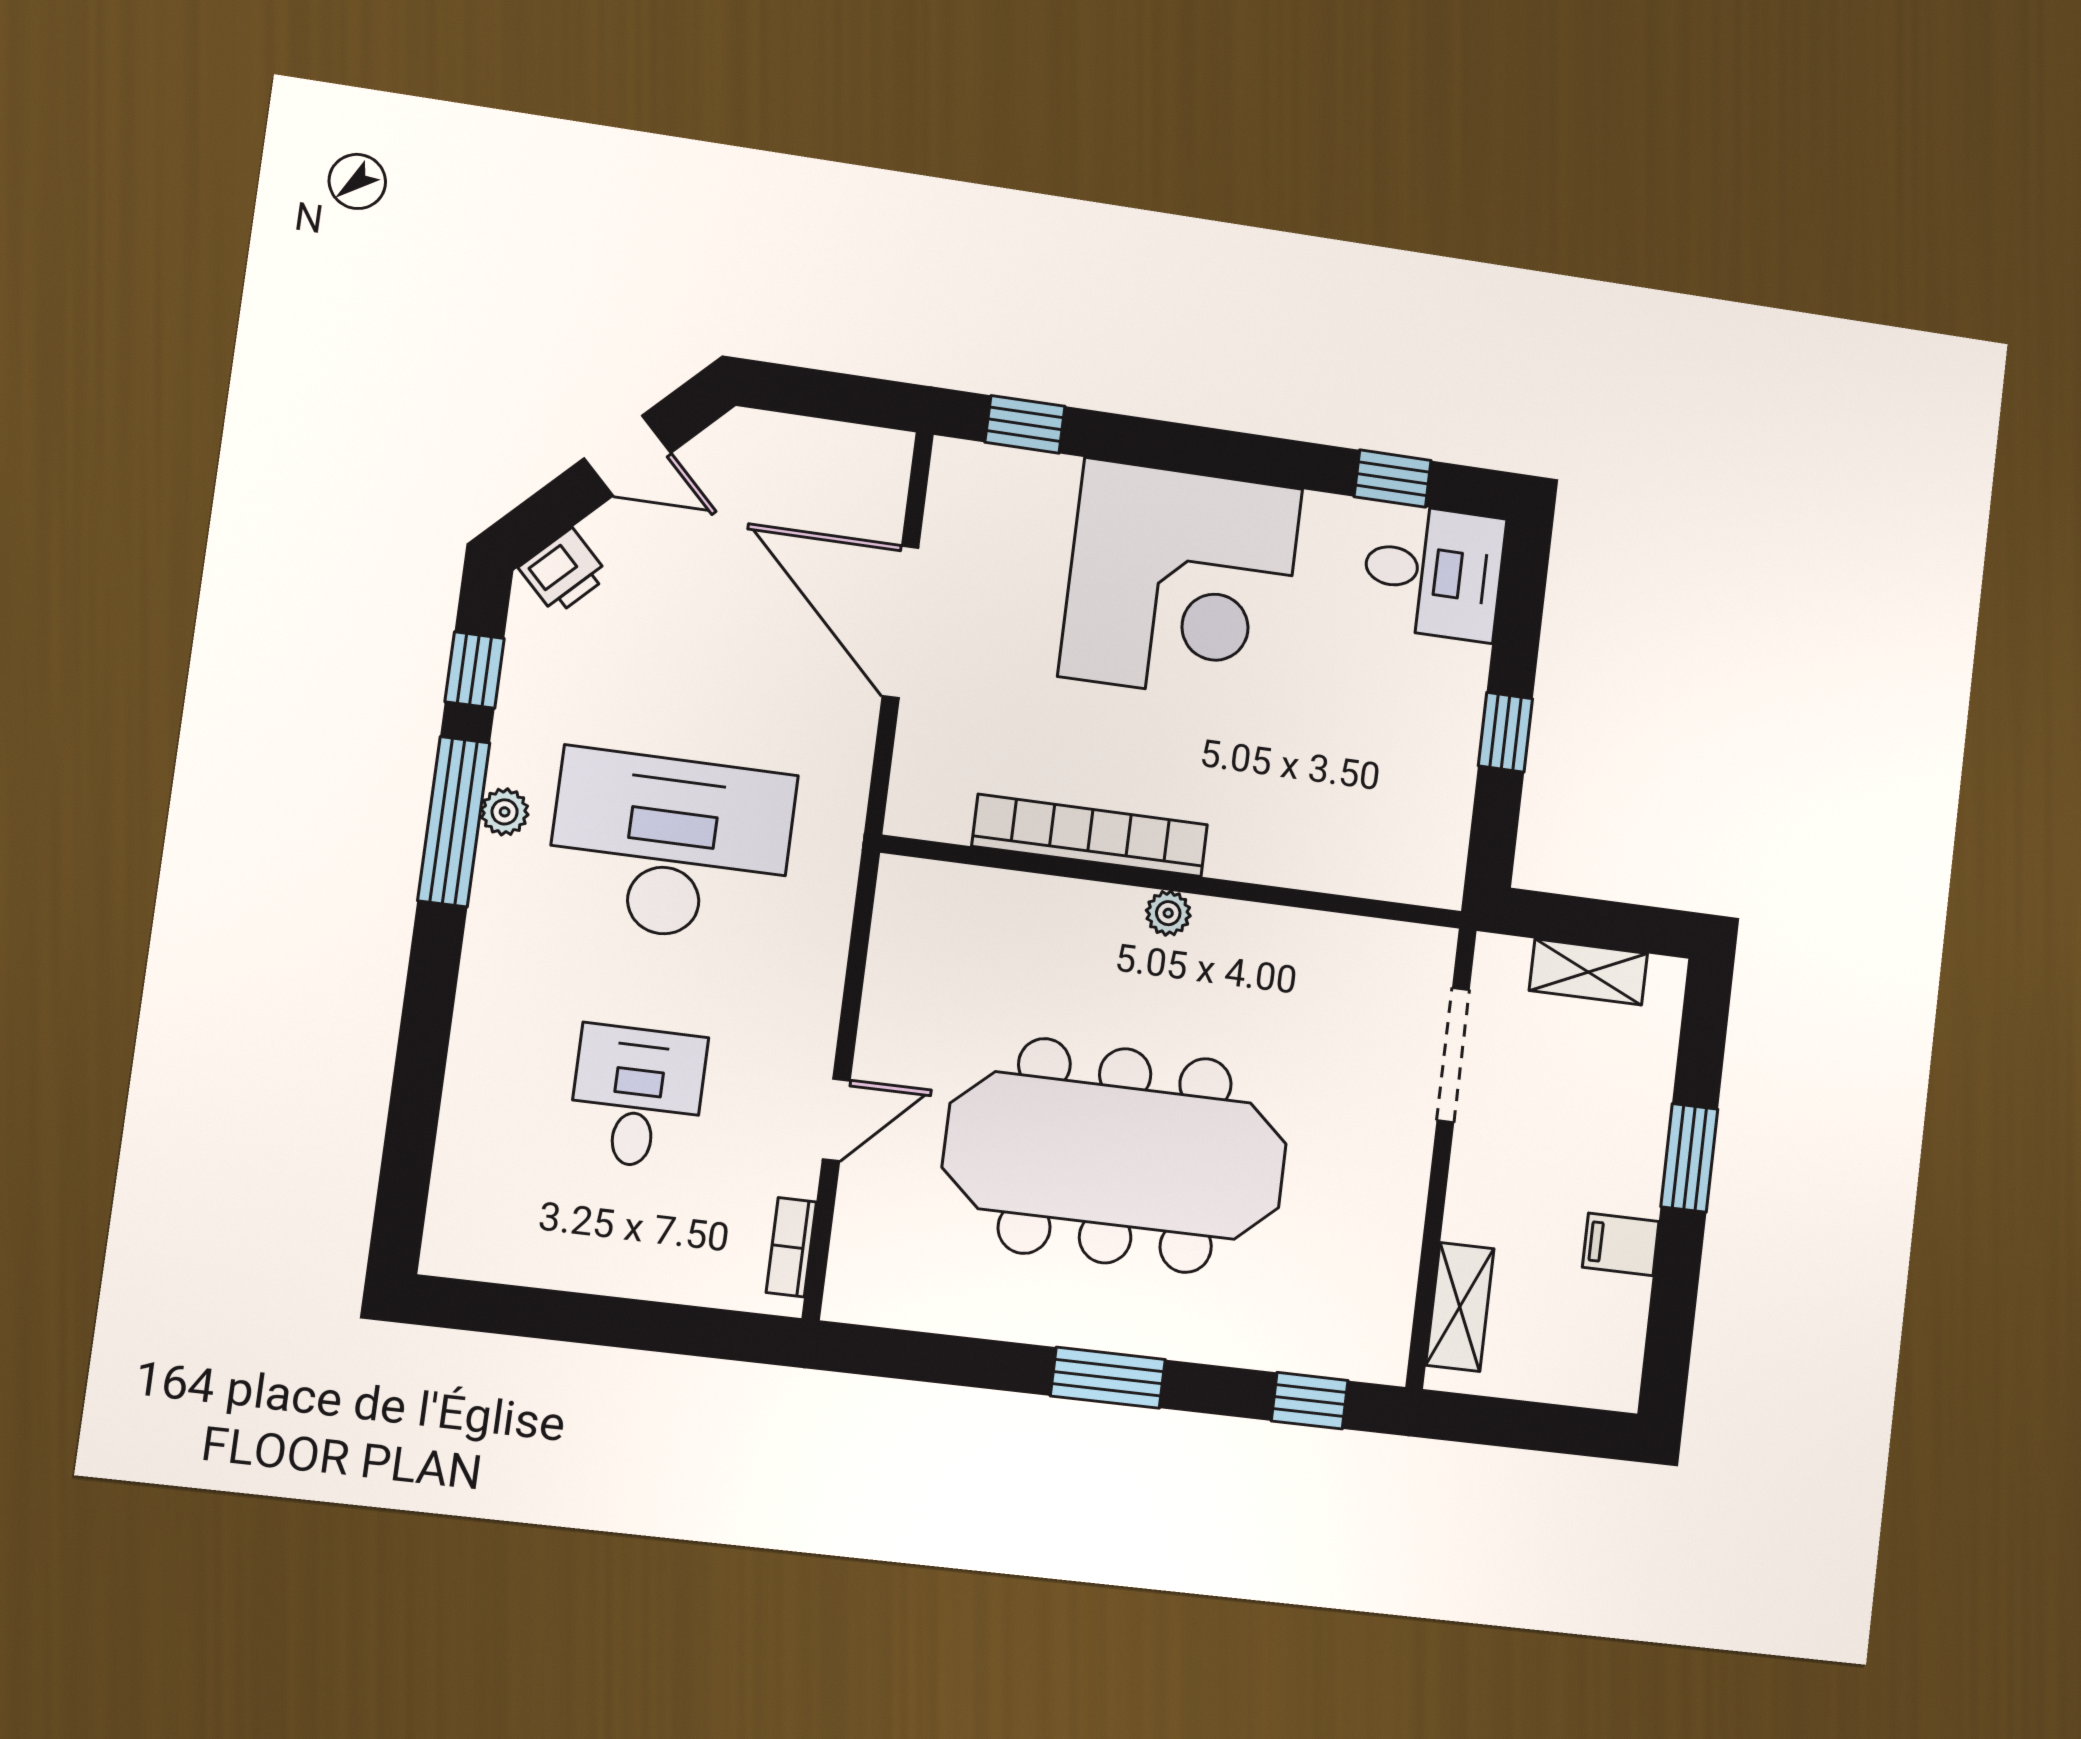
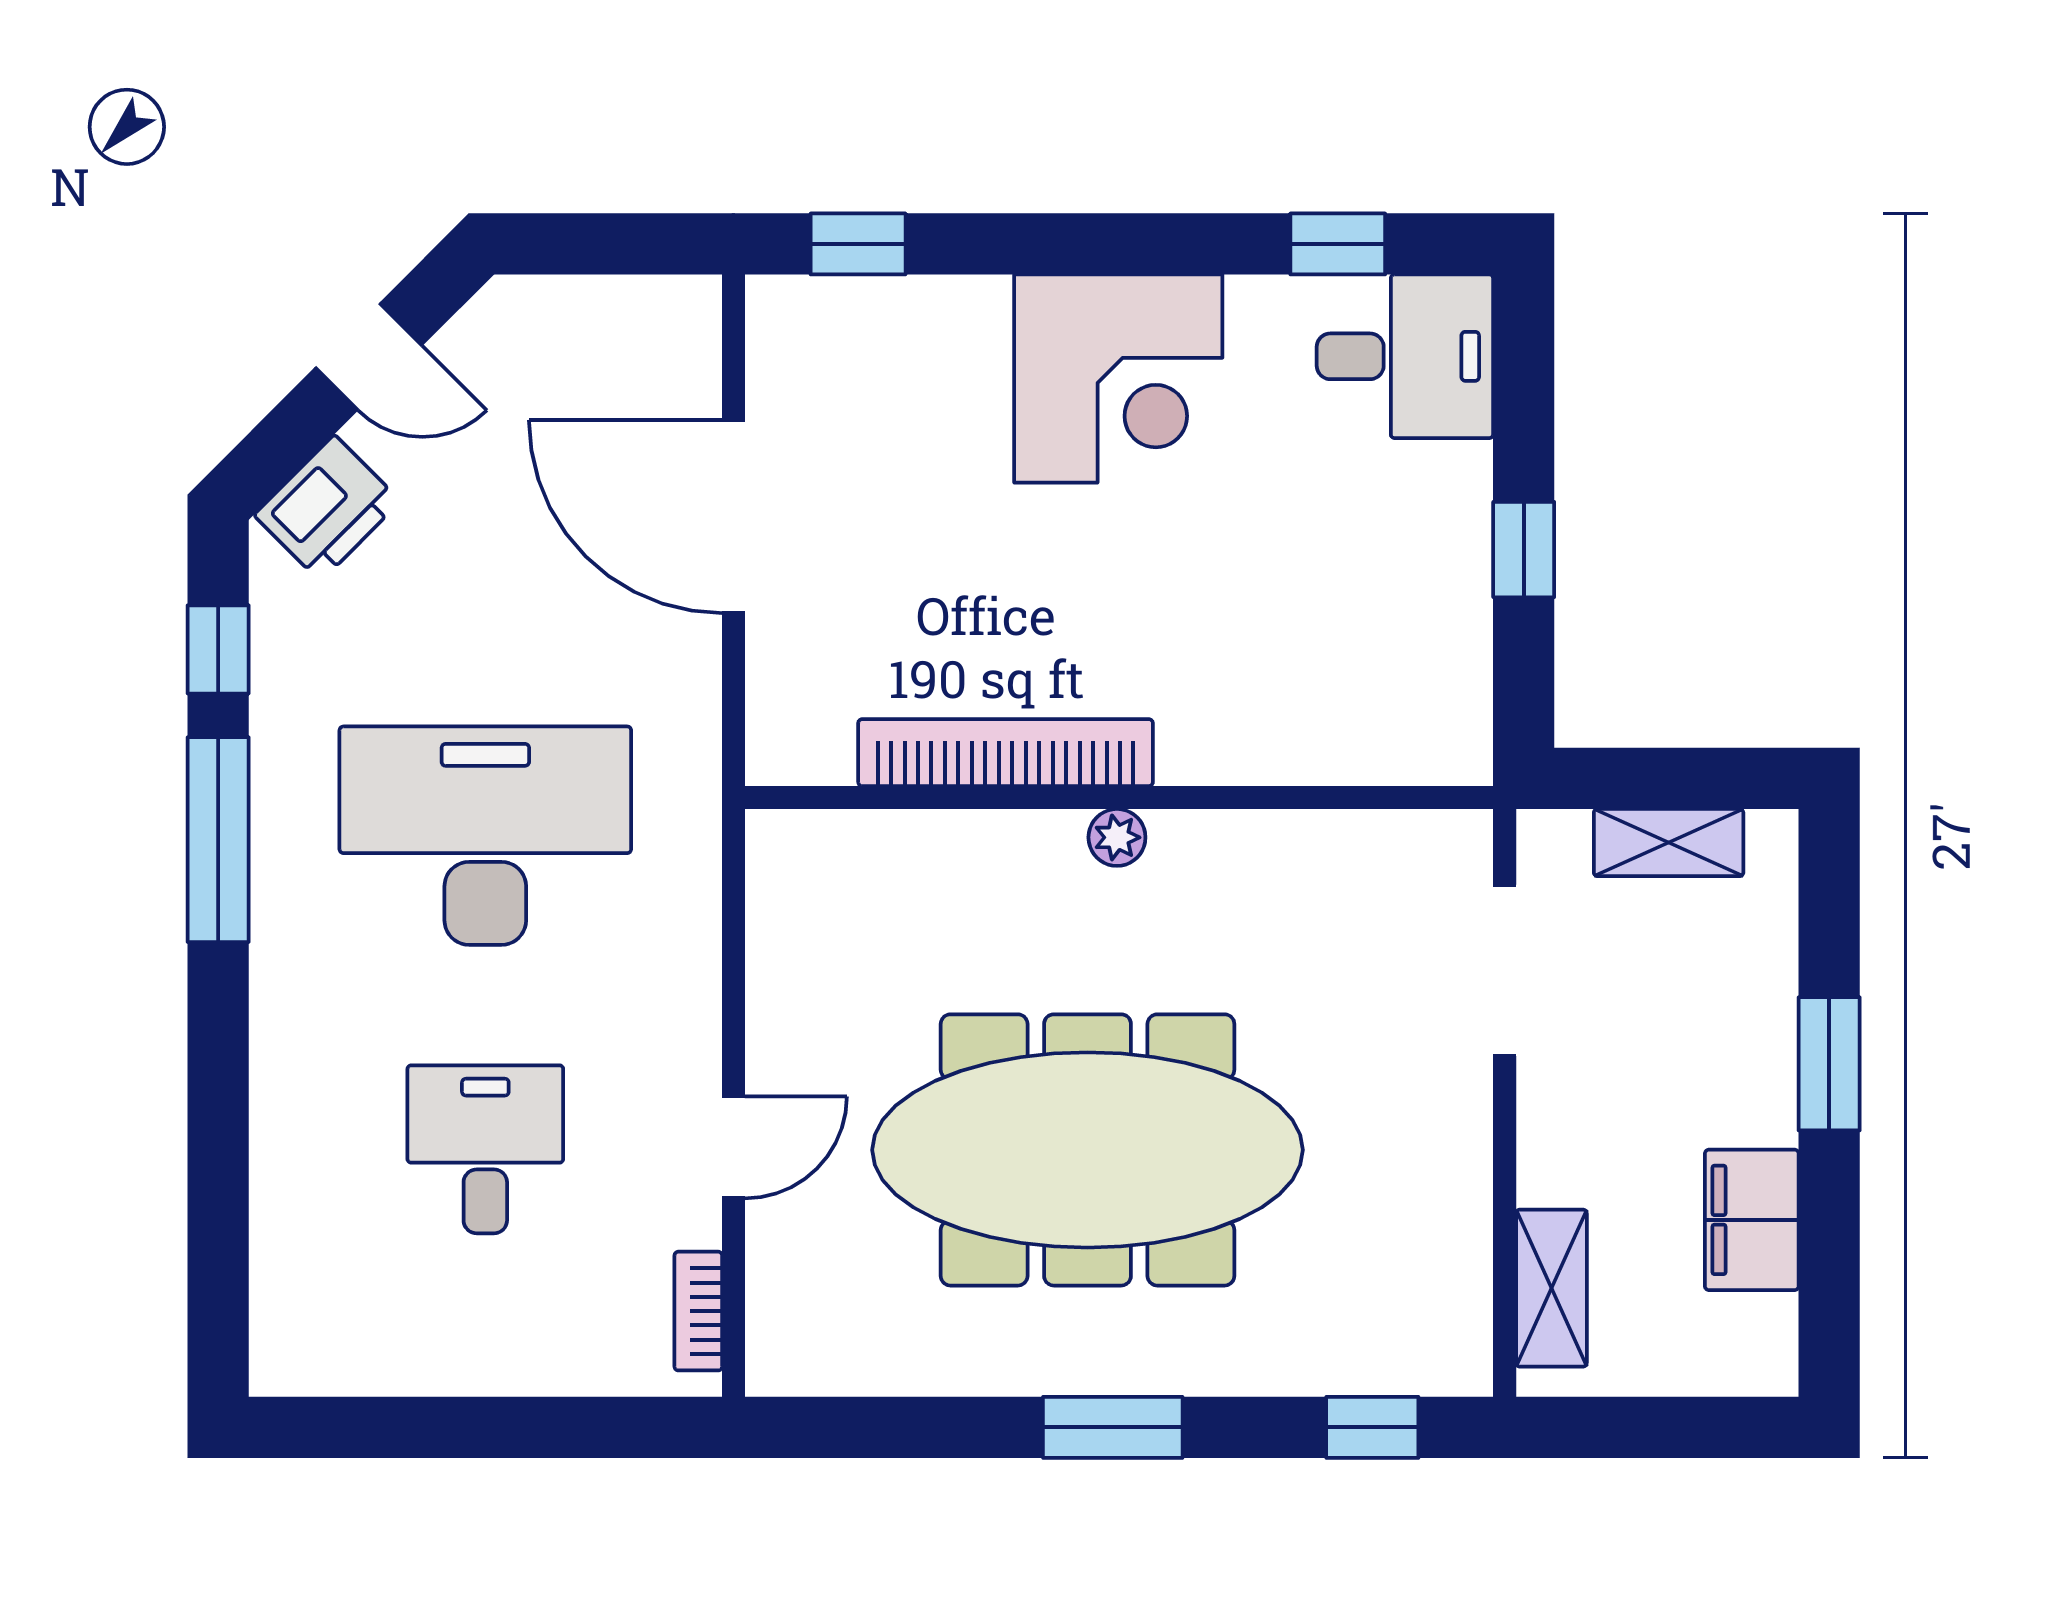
printer: (564, 572) -> (327, 508), width x1.36, depth x1.24
corner desk: (1181, 582) -> (1118, 379), width x0.74, depth x0.74
plant: (505, 812) -> (278, 819), removed
filing cabinet: (1621, 1244) -> (1752, 1220), width x2.00

